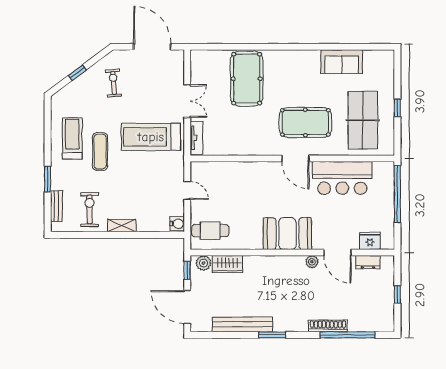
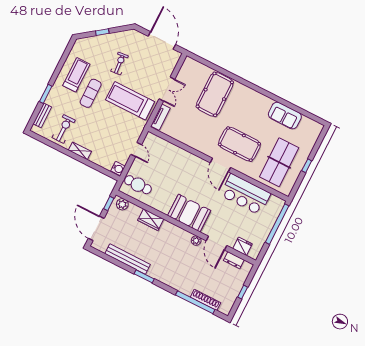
exercise bike: (113, 83) -> (119, 64), moved
wardrobe: (227, 264) -> (151, 220), moved
shoe rack: (328, 326) -> (205, 300), moved

